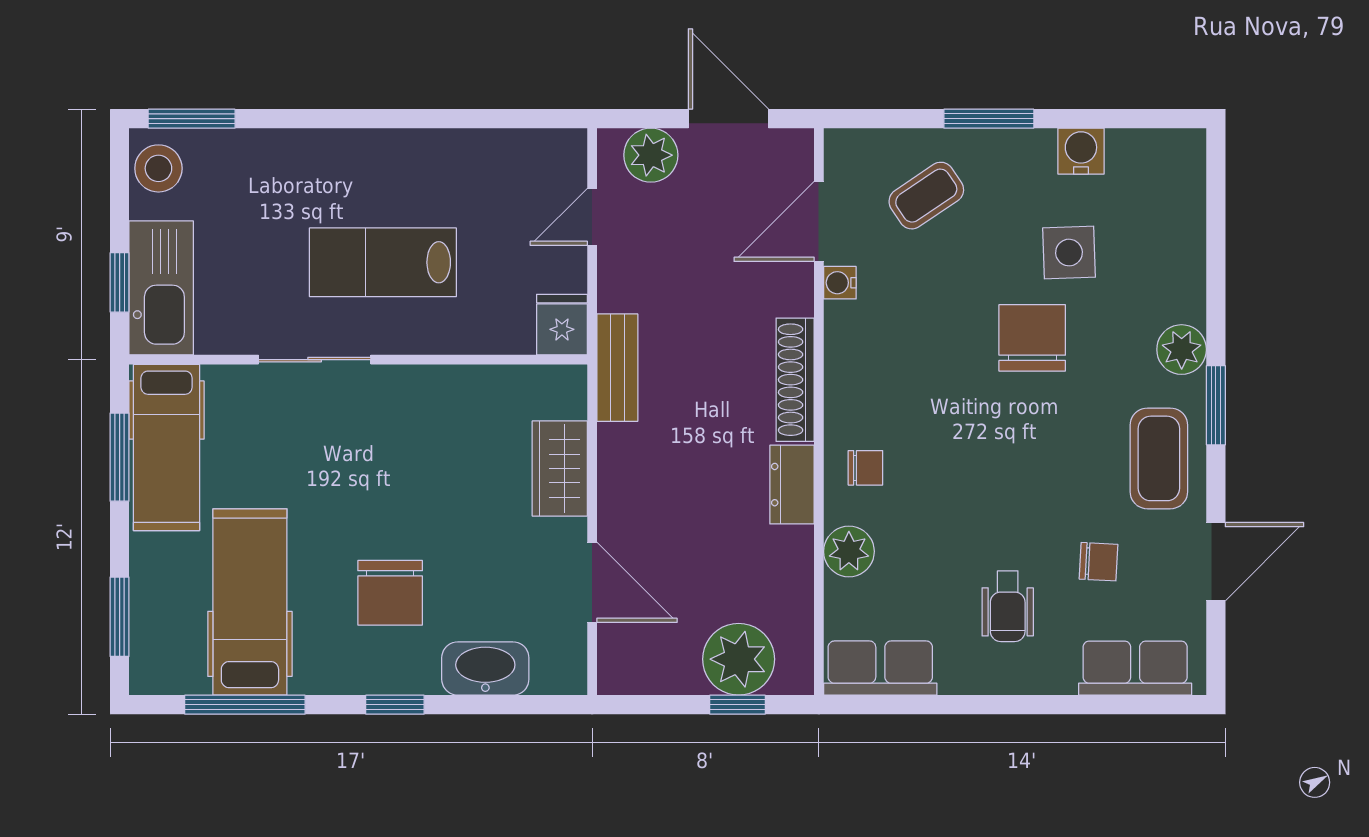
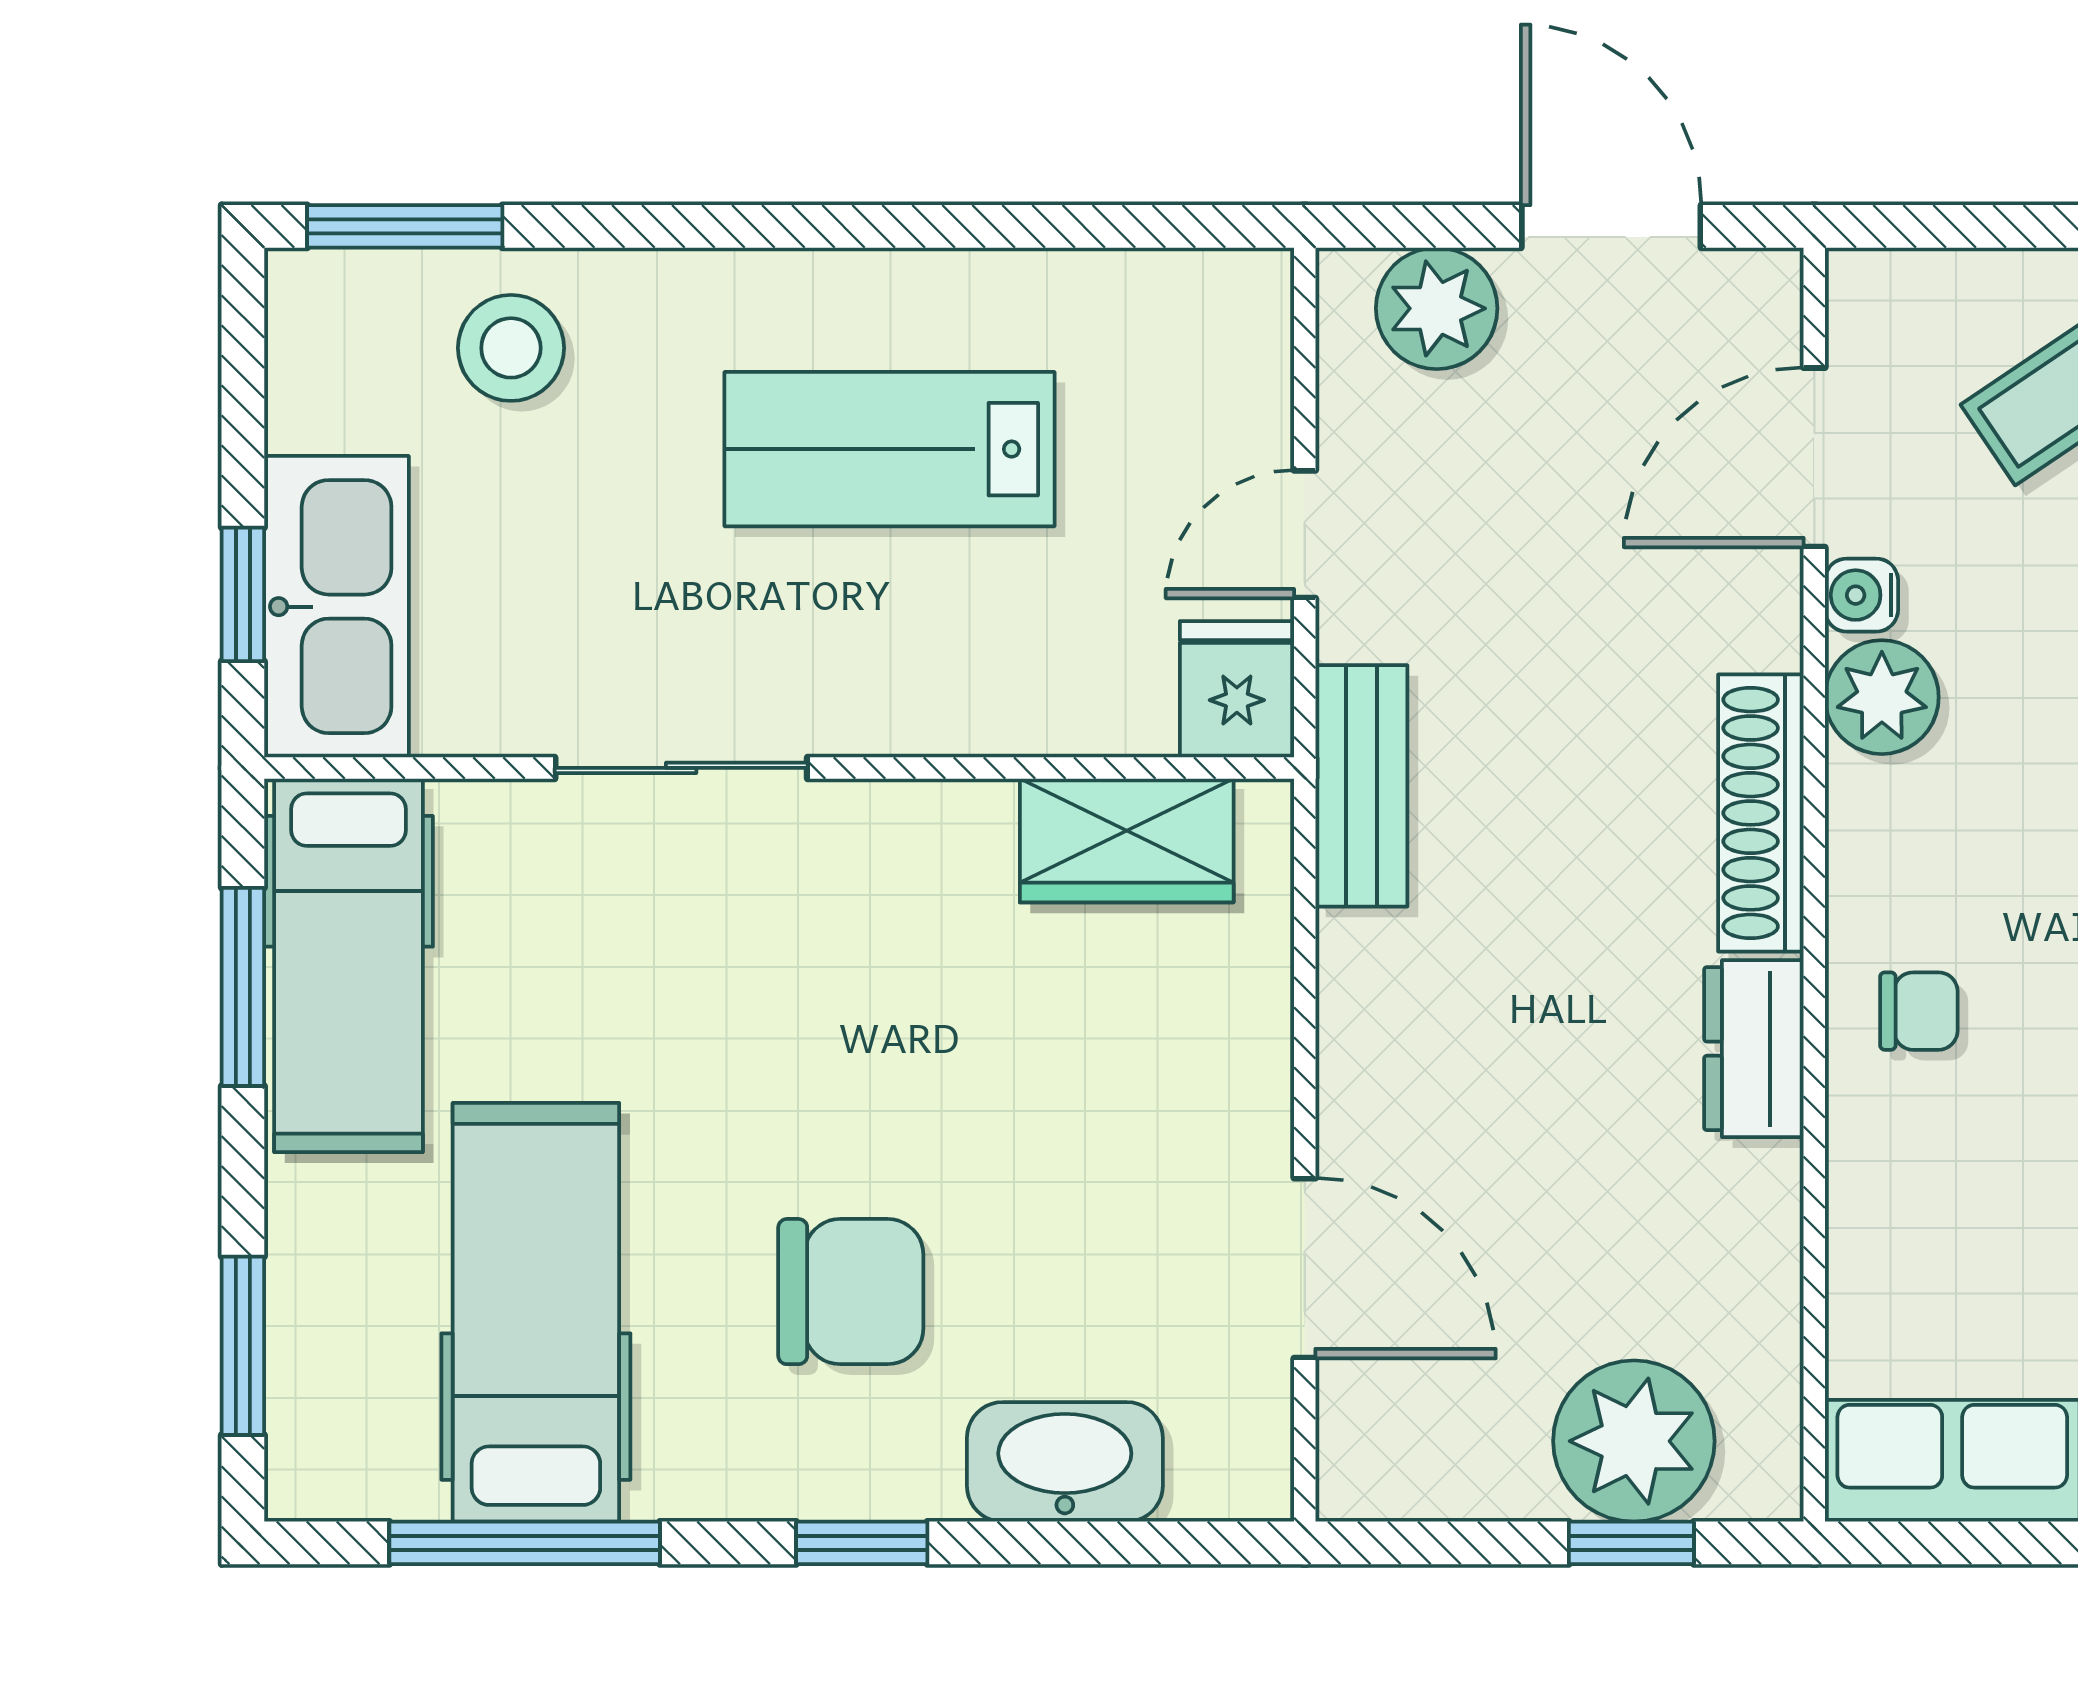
stool: (158, 168) -> (511, 348), moved
door: (592, 217) -> (1305, 534), moved
lab bench: (383, 262) -> (889, 449), moved
wardrobe: (560, 469) -> (1127, 841), moved, turned -90
plant: (849, 551) -> (1882, 697), moved
chair: (390, 593) -> (851, 1292), turned -90

